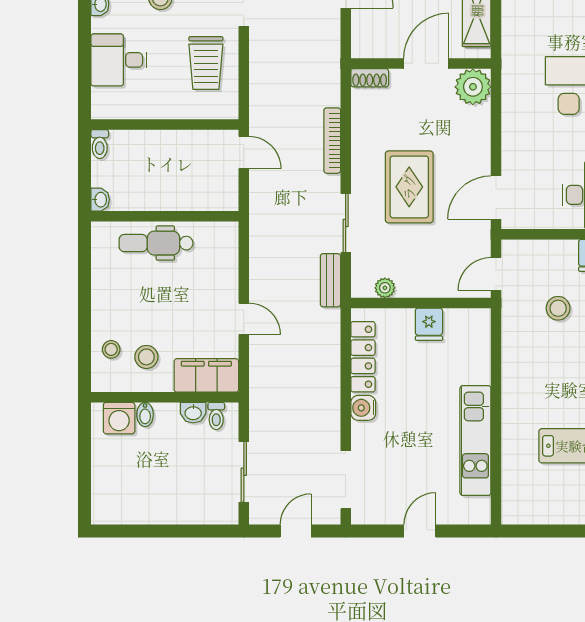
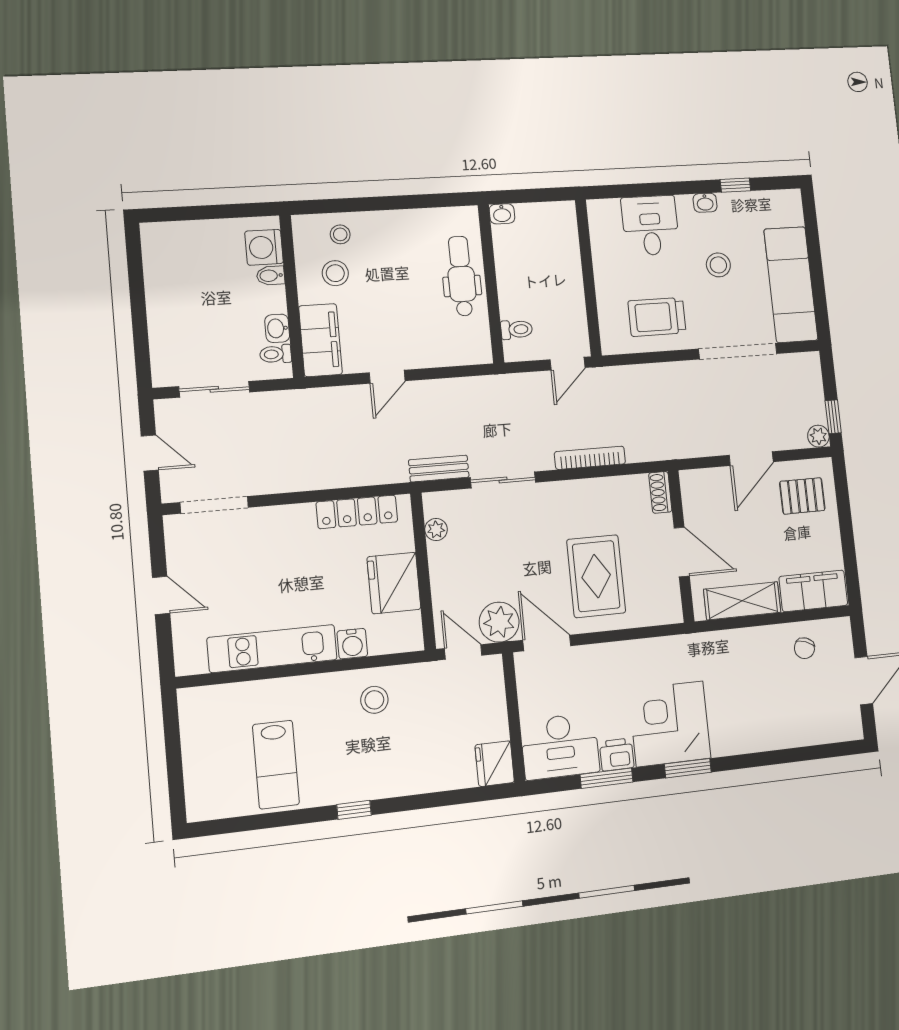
plant: (473, 87) -> (499, 622), moved
toilet: (100, 144) -> (517, 329), moved, turned 180
rug: (409, 187) -> (596, 576), moved, turned 90
stool: (558, 308) -> (374, 700), moved
fridge: (429, 324) -> (394, 583), width x1.88, depth x1.34
water cooler: (363, 408) -> (352, 644), moved, turned 180

